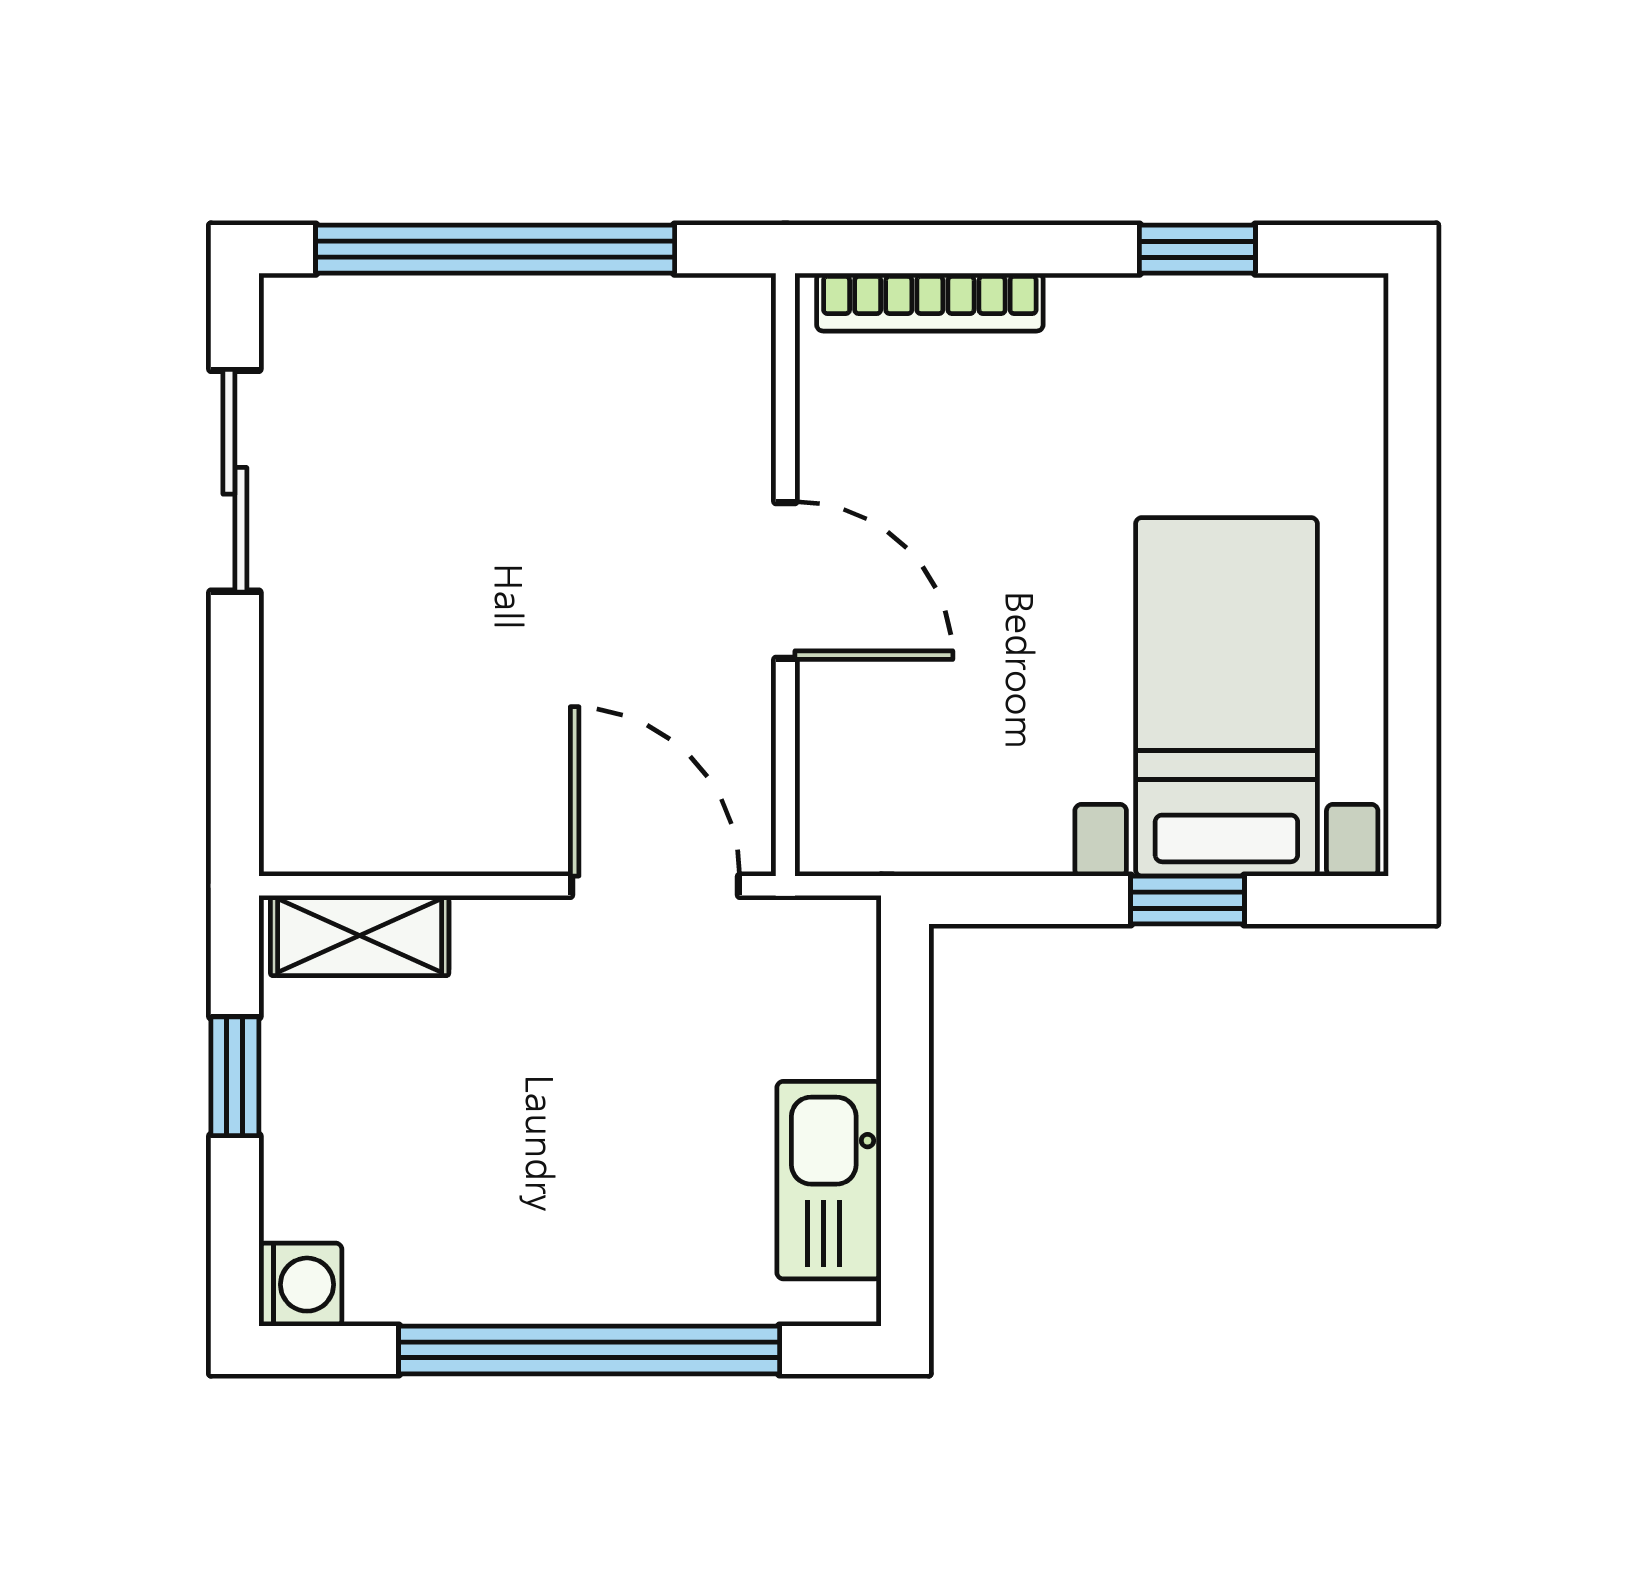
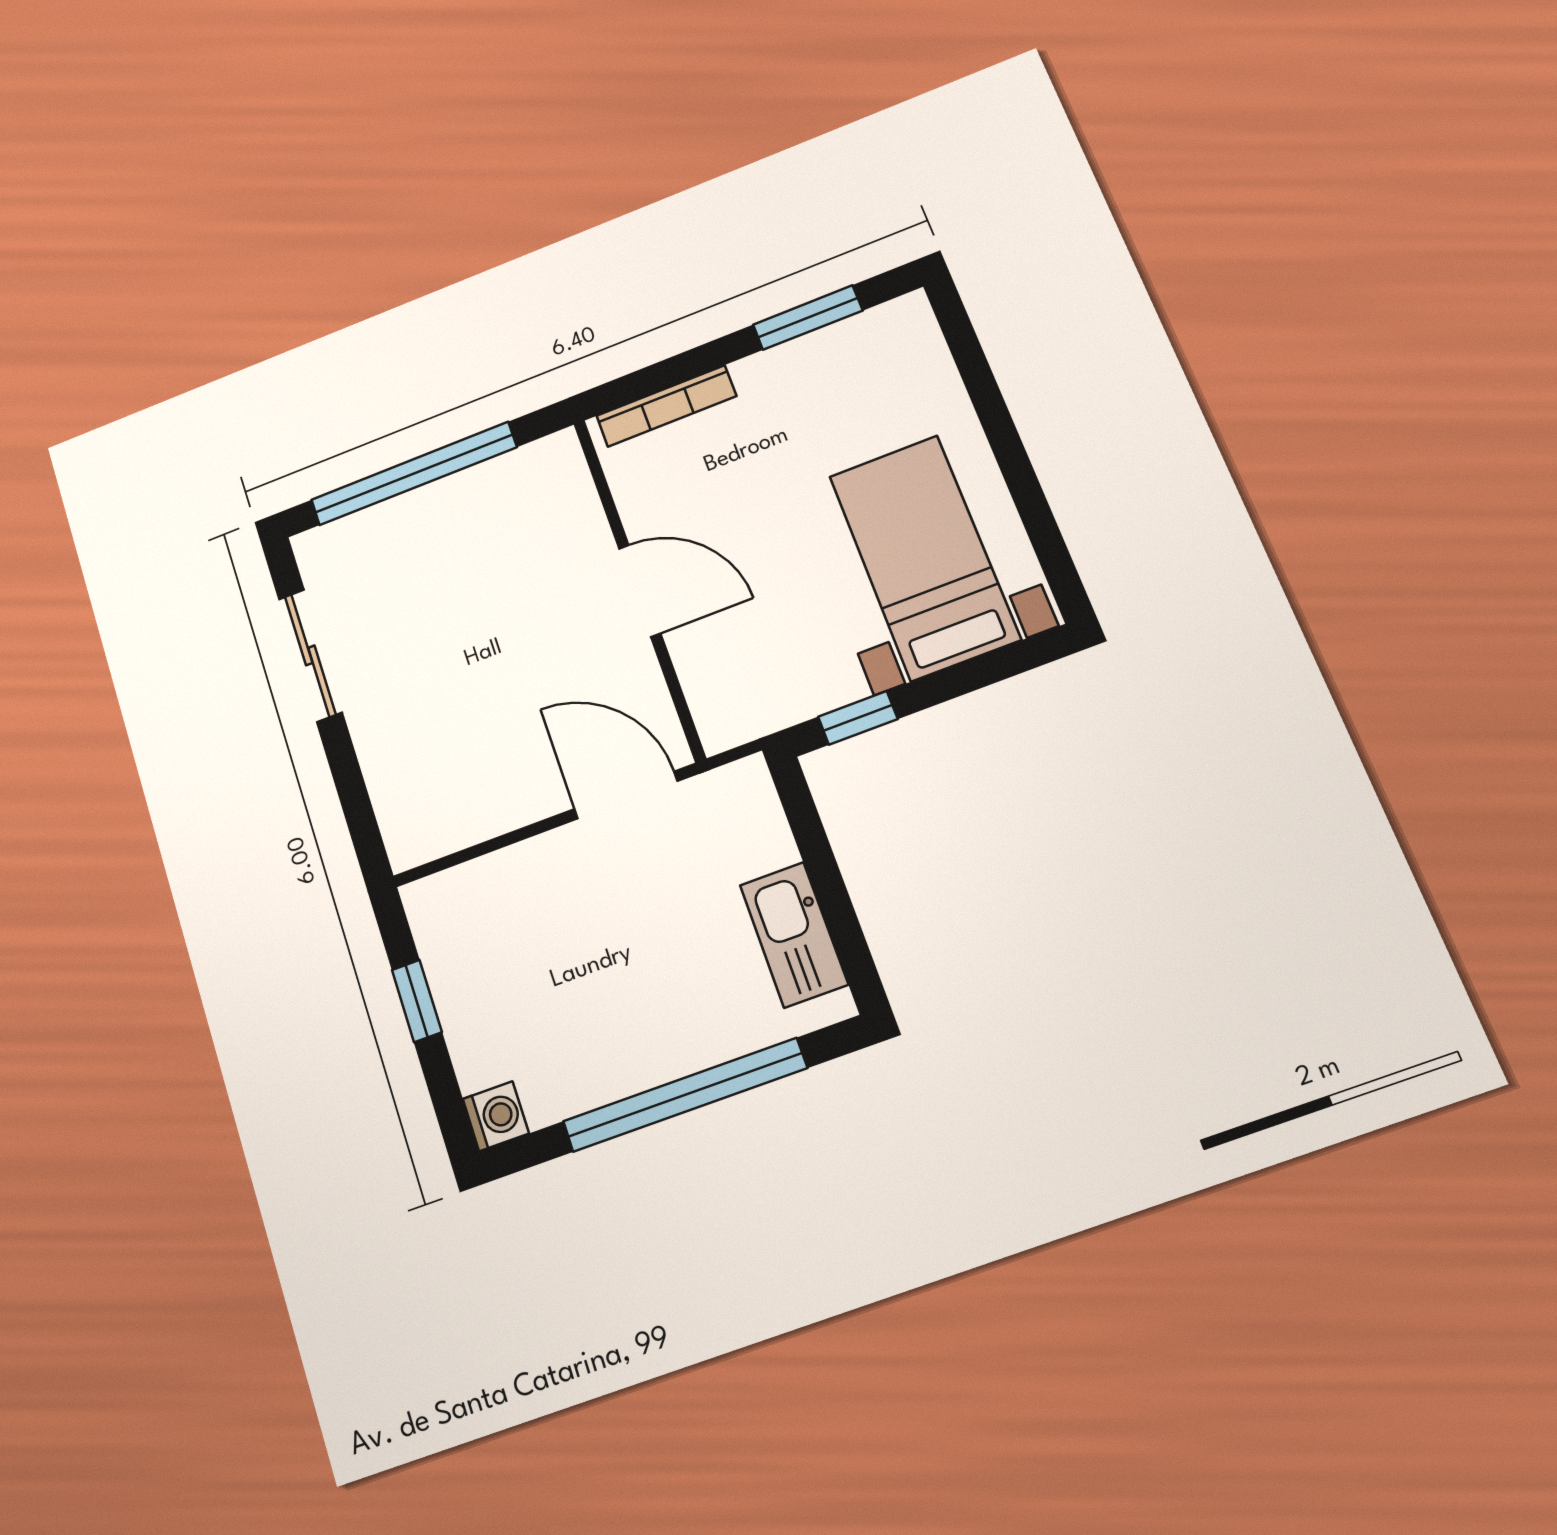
window: (1197, 249) -> (808, 318), width x1.50
window: (1188, 900) -> (858, 718), moved
shelving: (360, 935) -> (463, 889), removed

